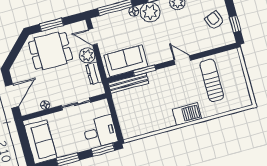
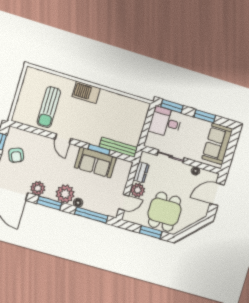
door: (93, 37) -> (124, 202), hinge flipped
dining table: (51, 51) -> (165, 212), turned 90
sofa: (126, 61) -> (95, 162), moved

